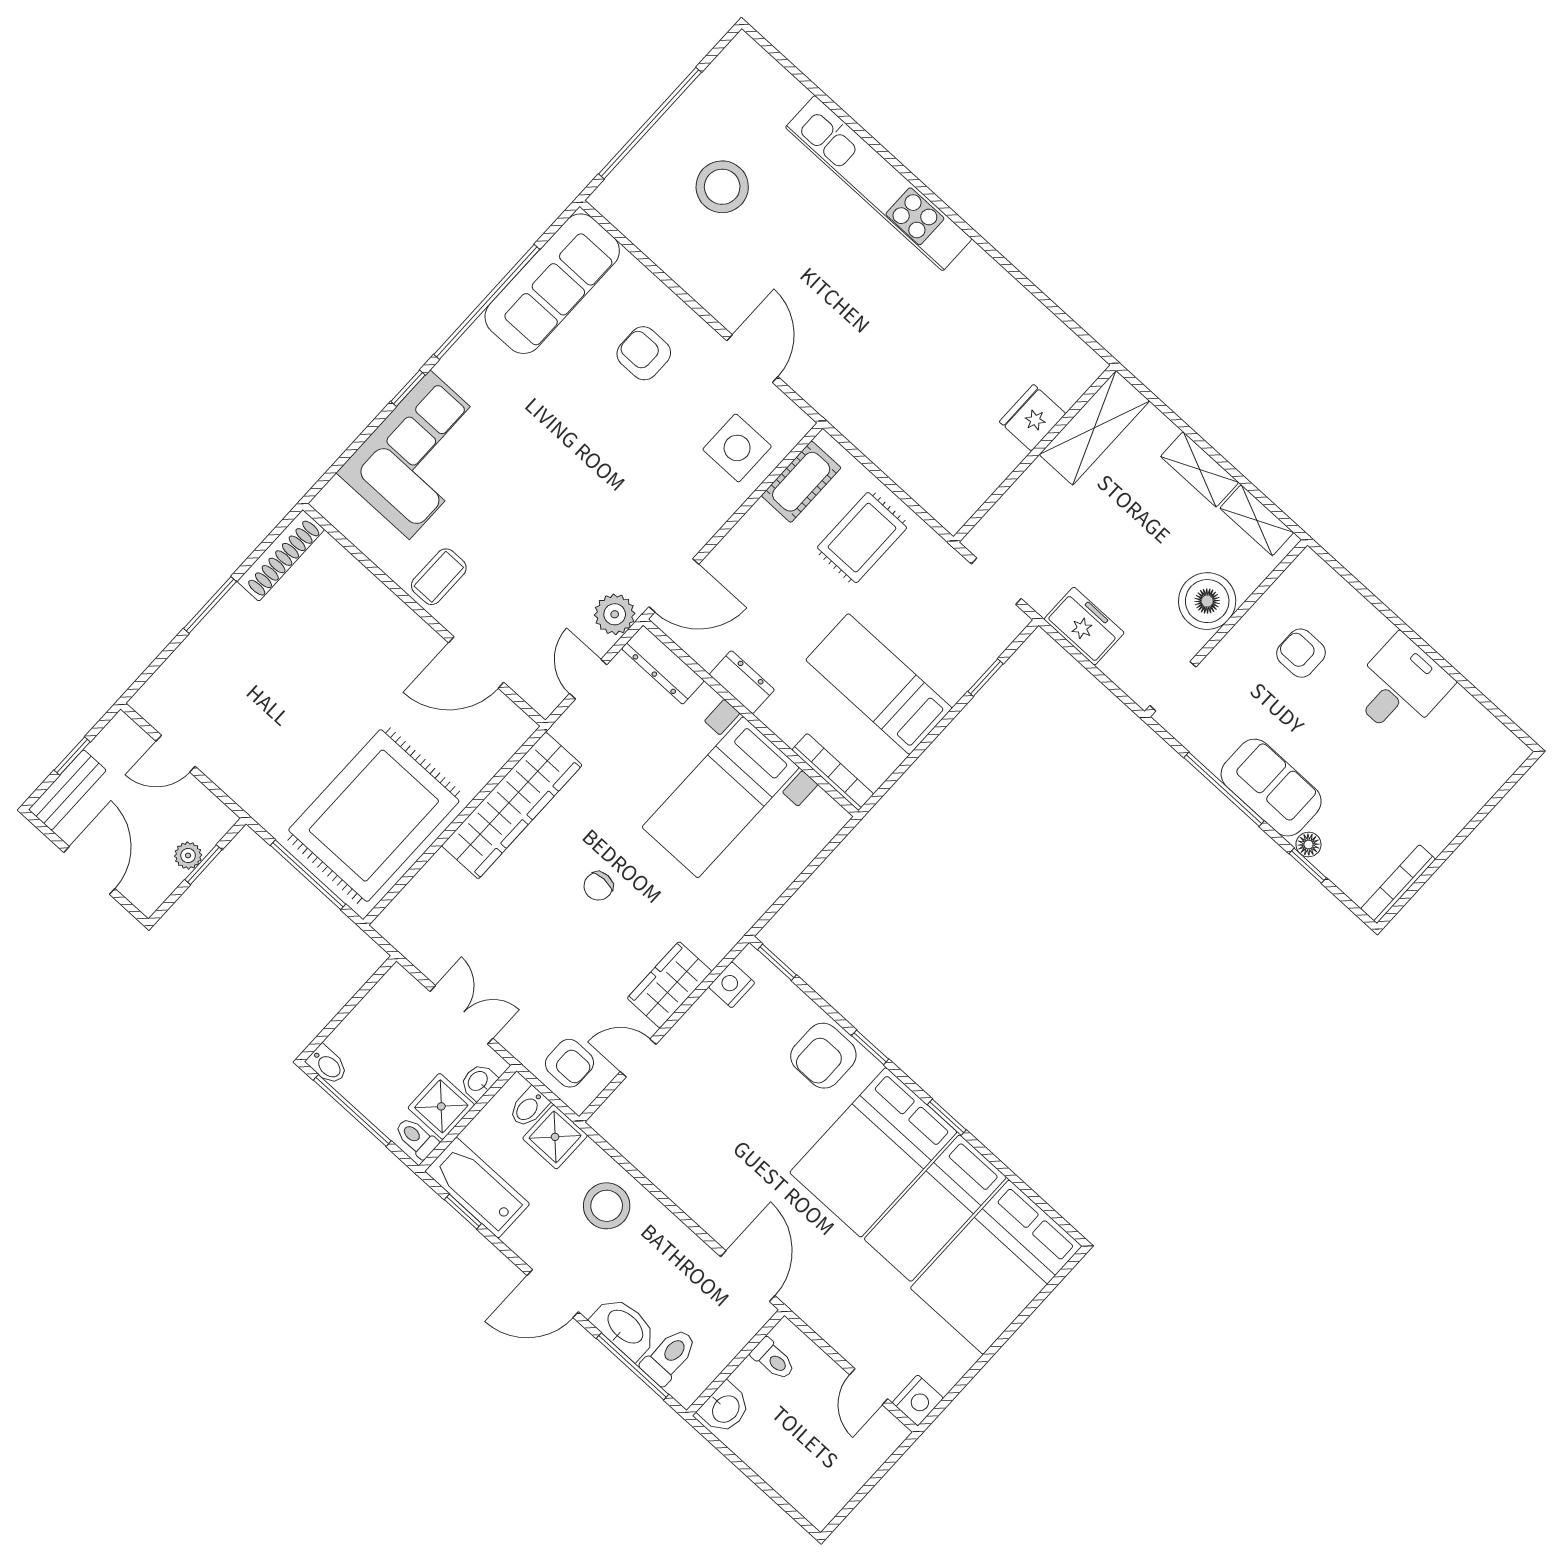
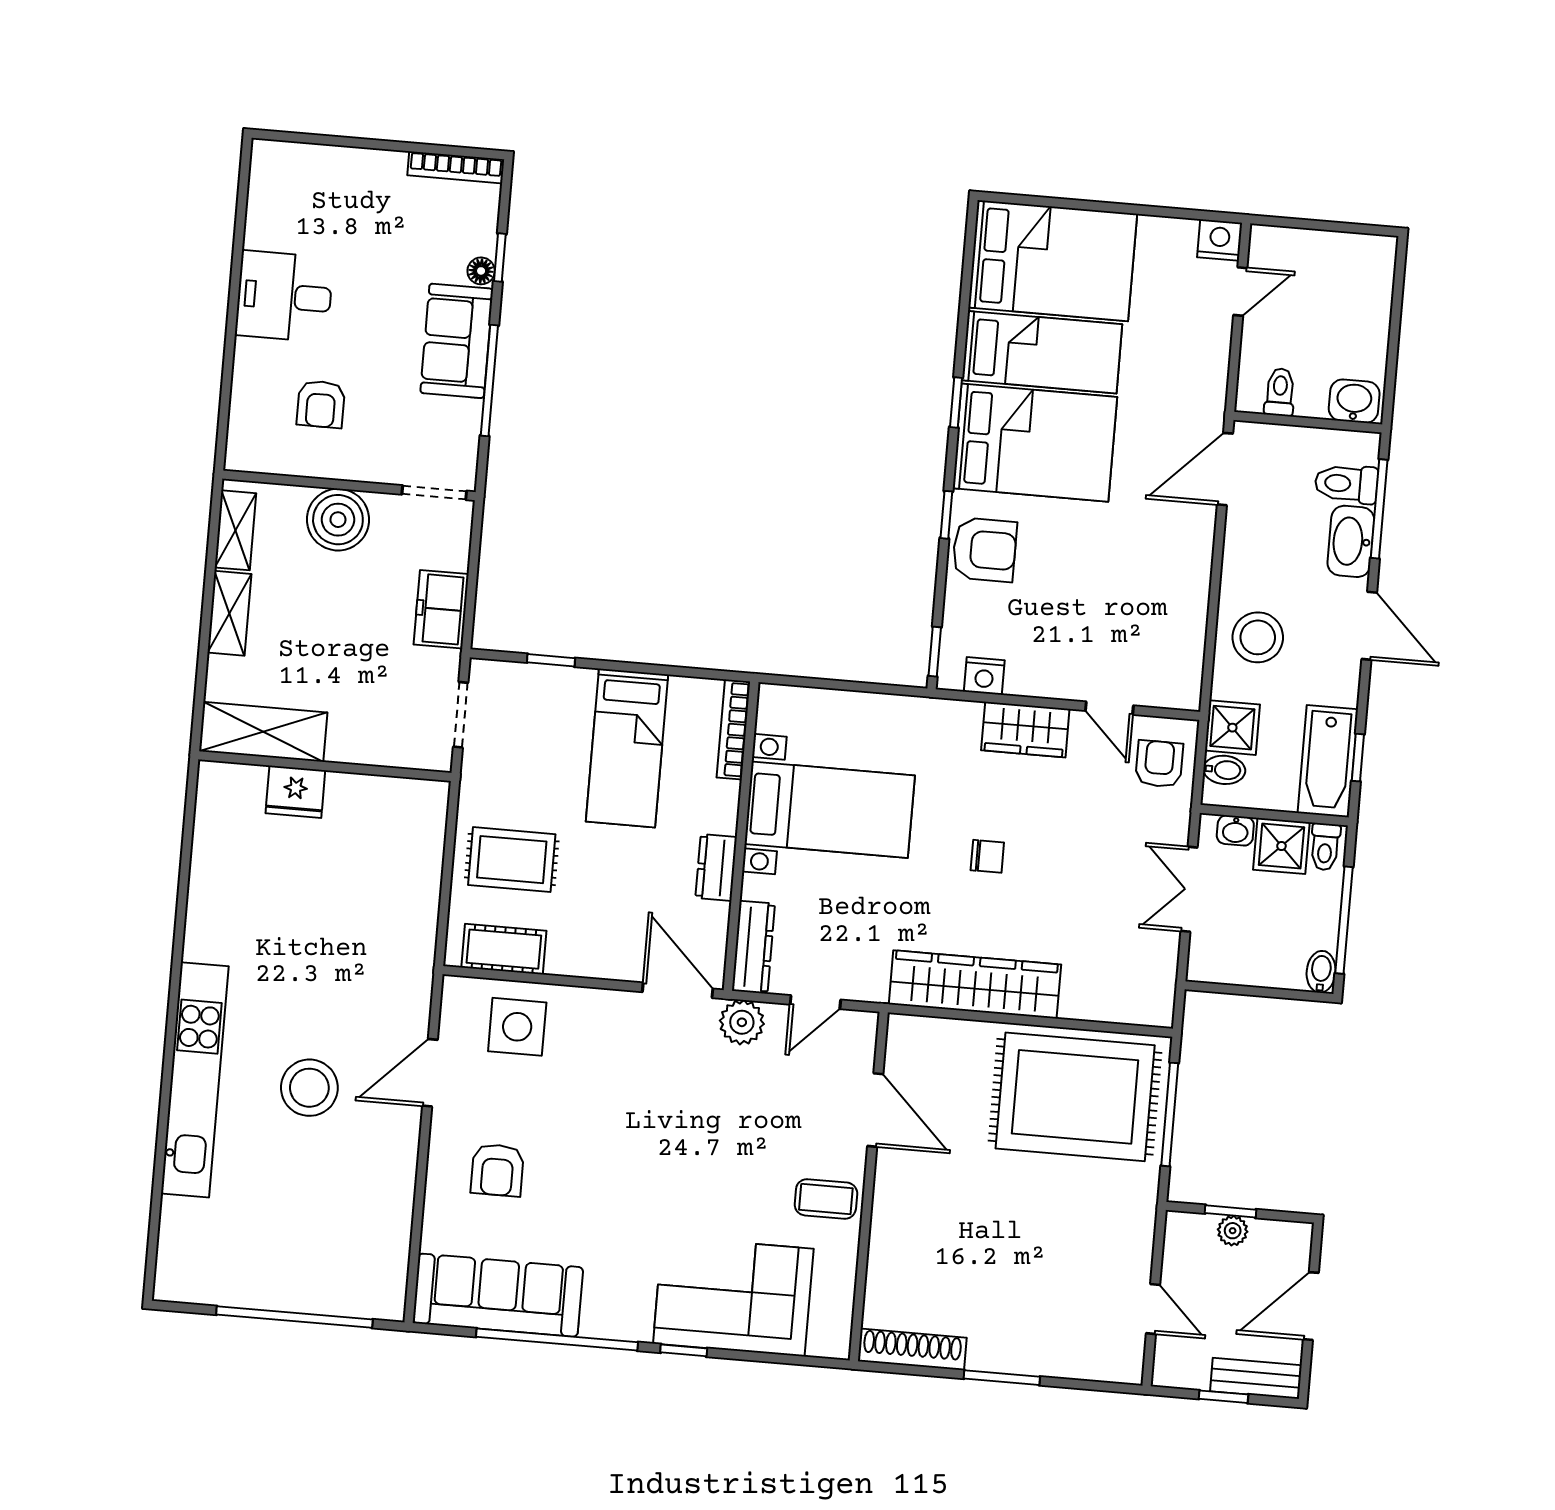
stool: (722, 187) -> (309, 1088), moved

